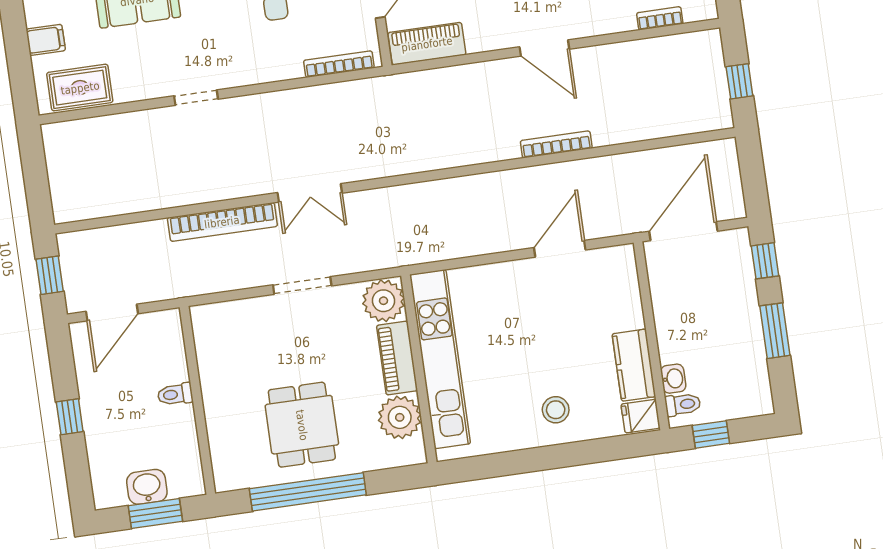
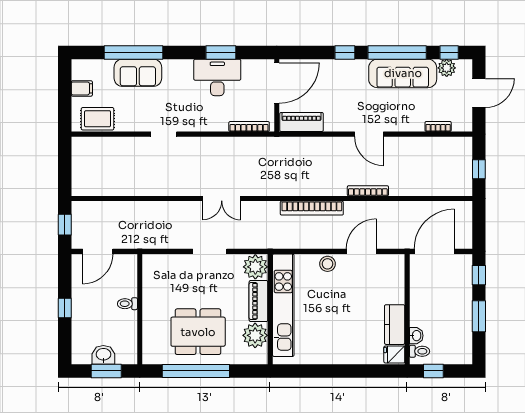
bookcase: (222, 222) -> (312, 208), moved
stool: (556, 410) -> (328, 264), moved
dining table: (302, 425) -> (198, 332), width x1.38

